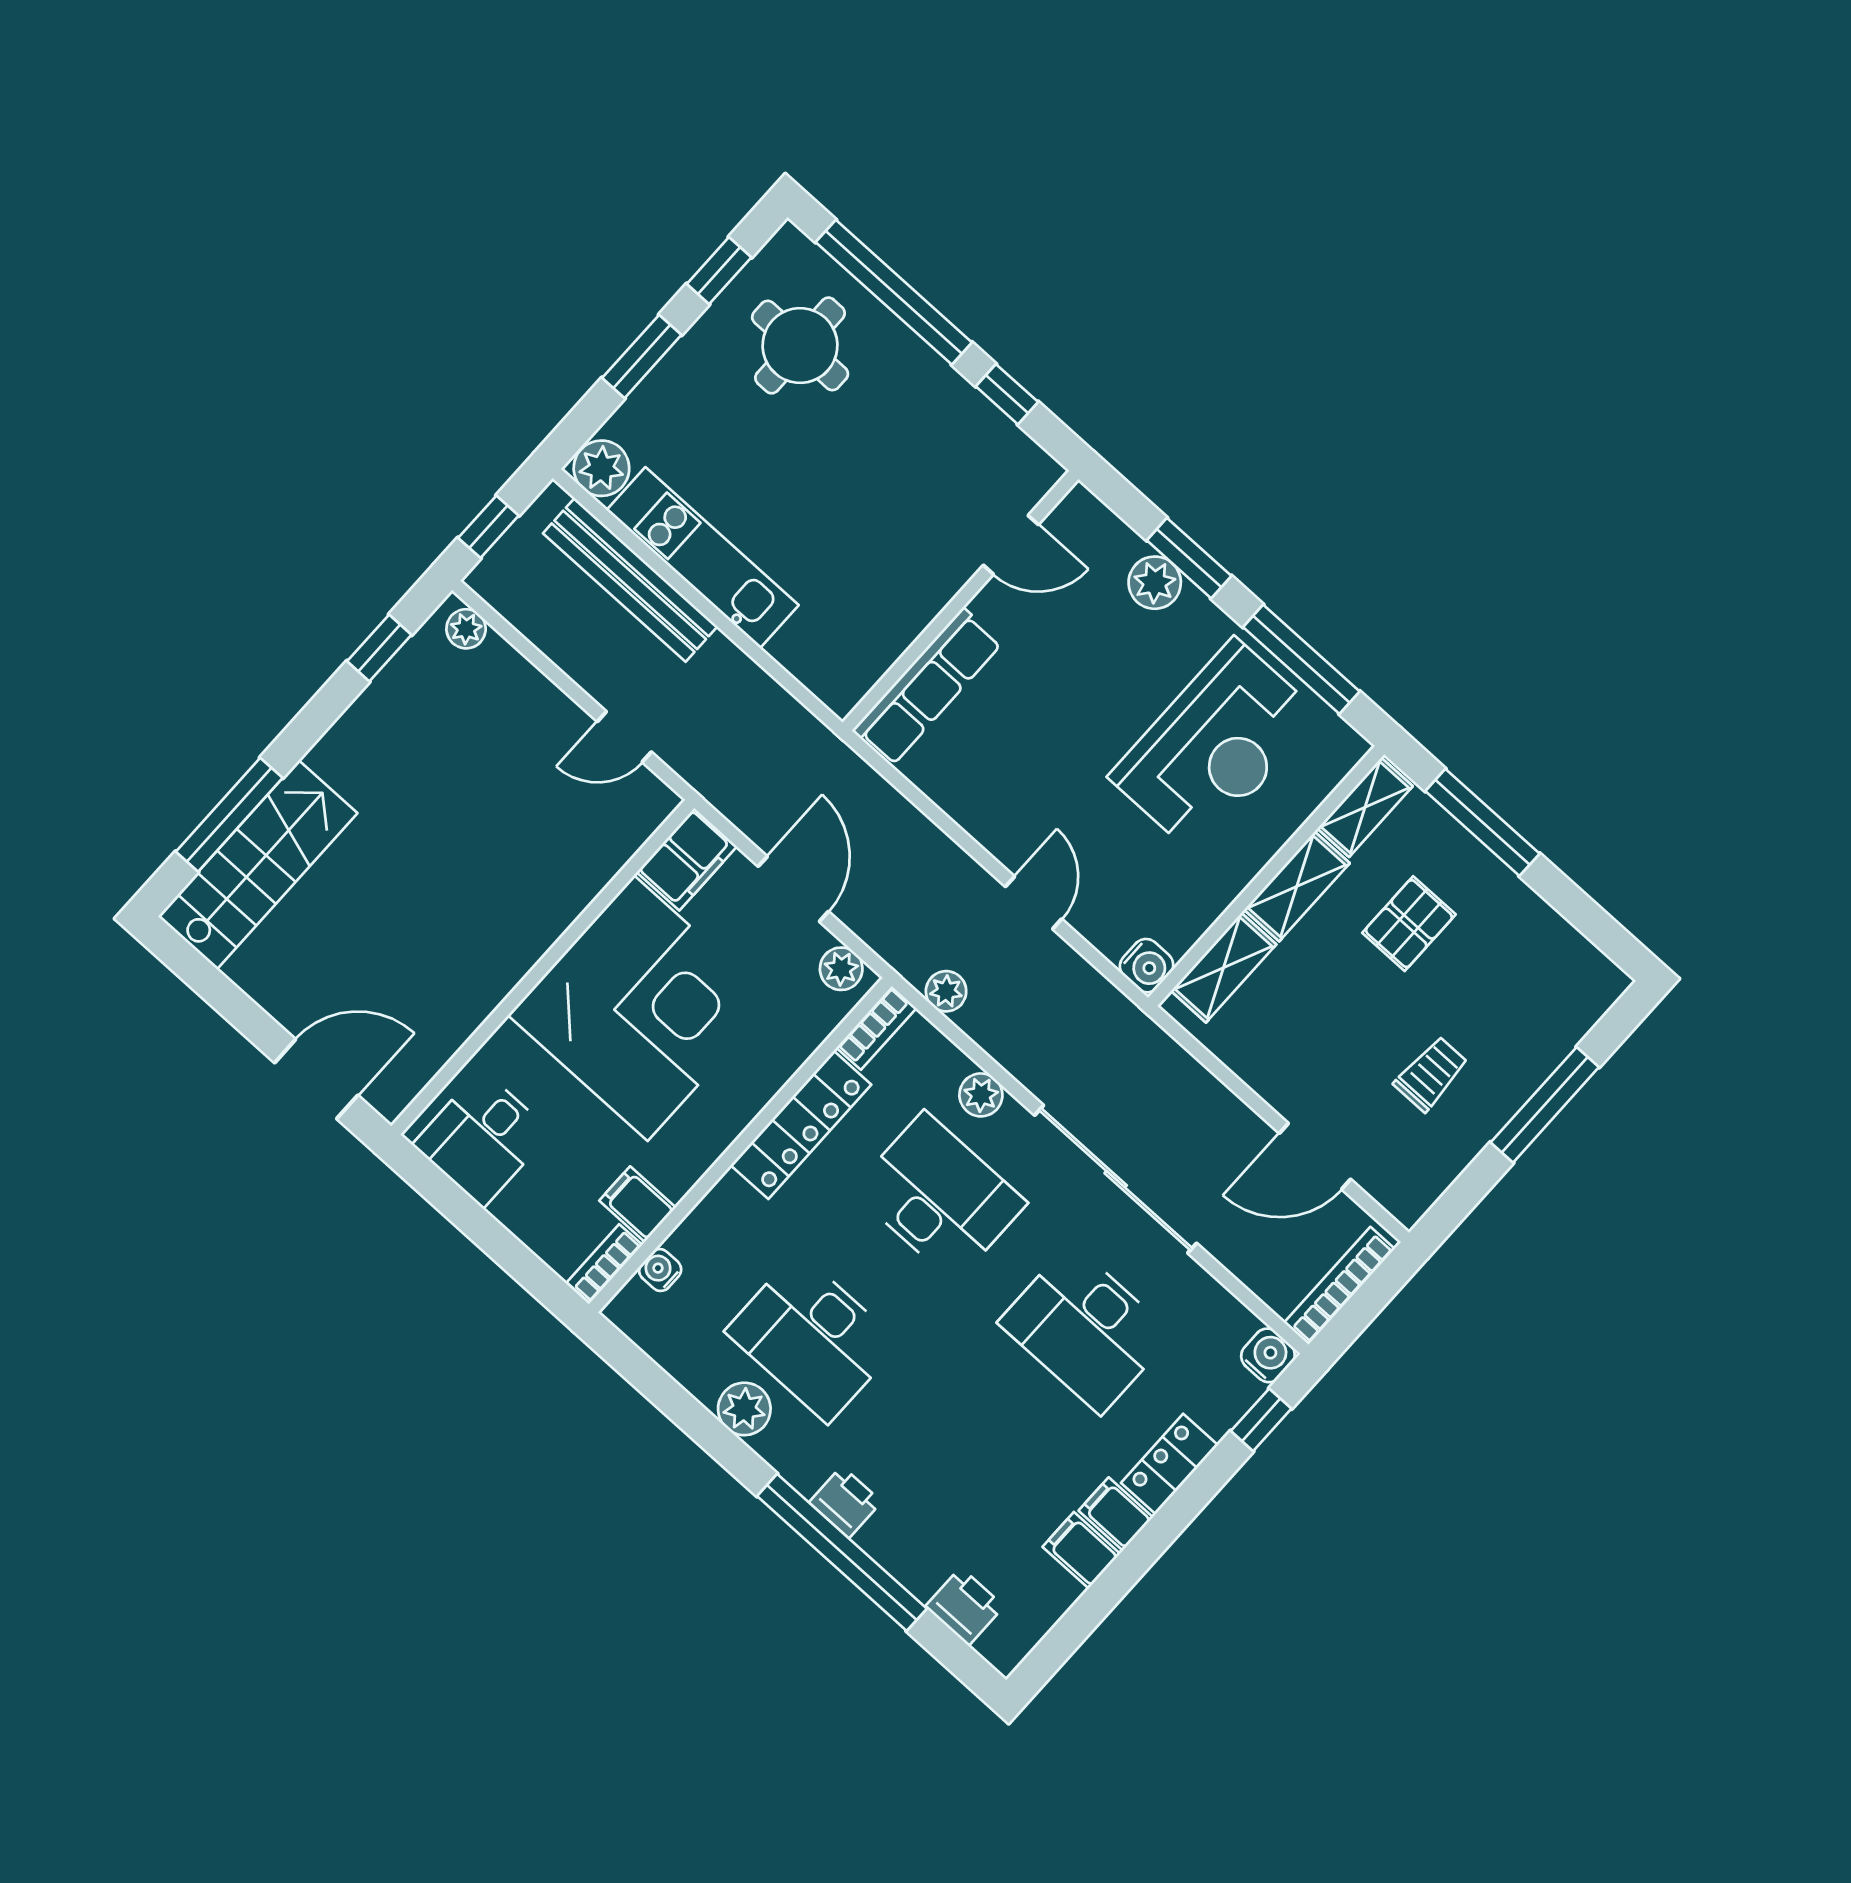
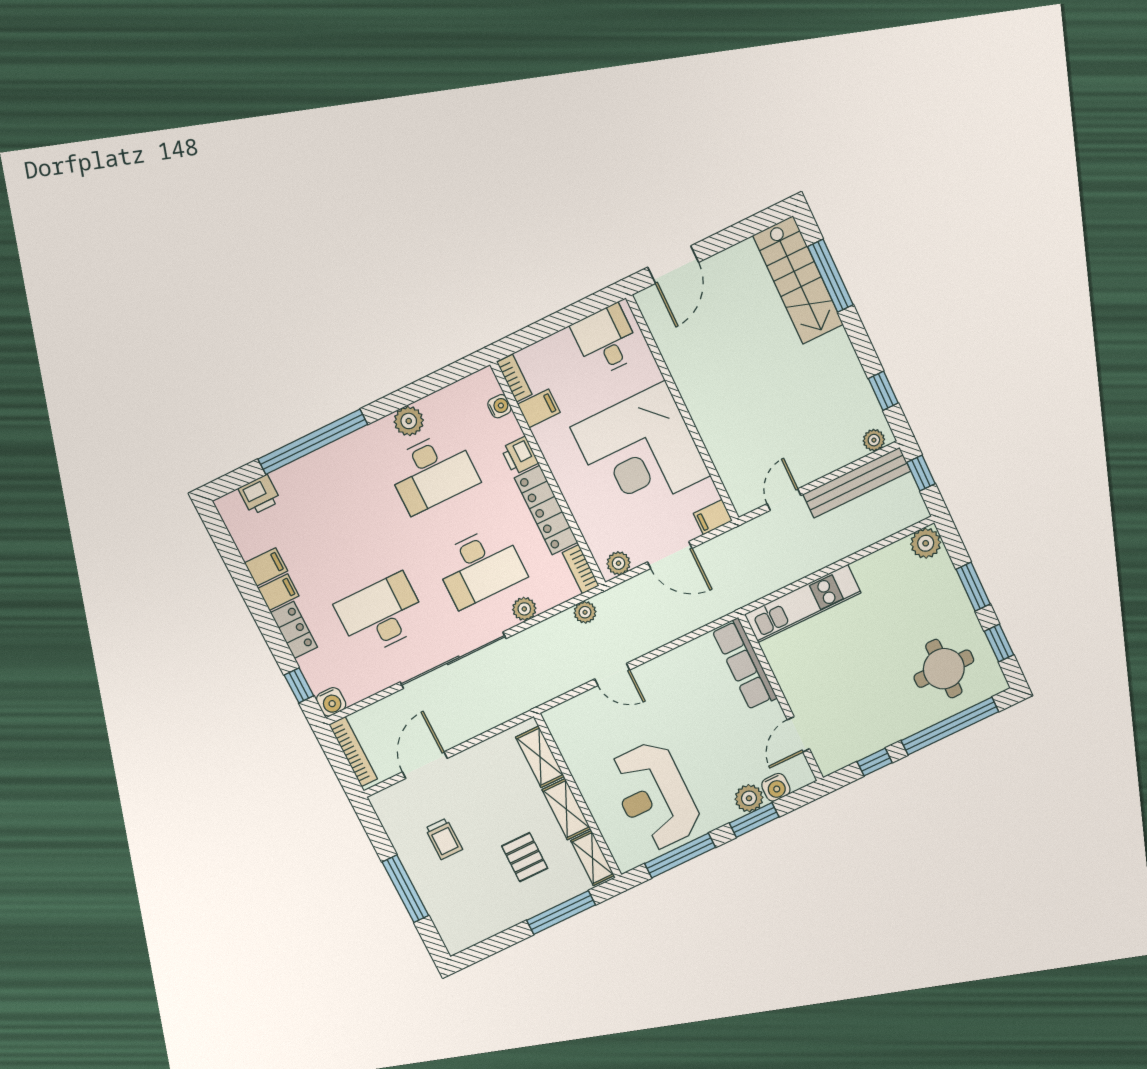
kitchen unit: (703, 558) -> (803, 604), moved
bench: (630, 580) -> (857, 483), moved
filing cabinet: (687, 859) -> (713, 517), width x0.50
water cooler: (1147, 966) -> (776, 787), moved, turned -90
desk: (813, 1337) -> (432, 472), turned 180
printer: (845, 1502) -> (520, 456), moved, turned 90

